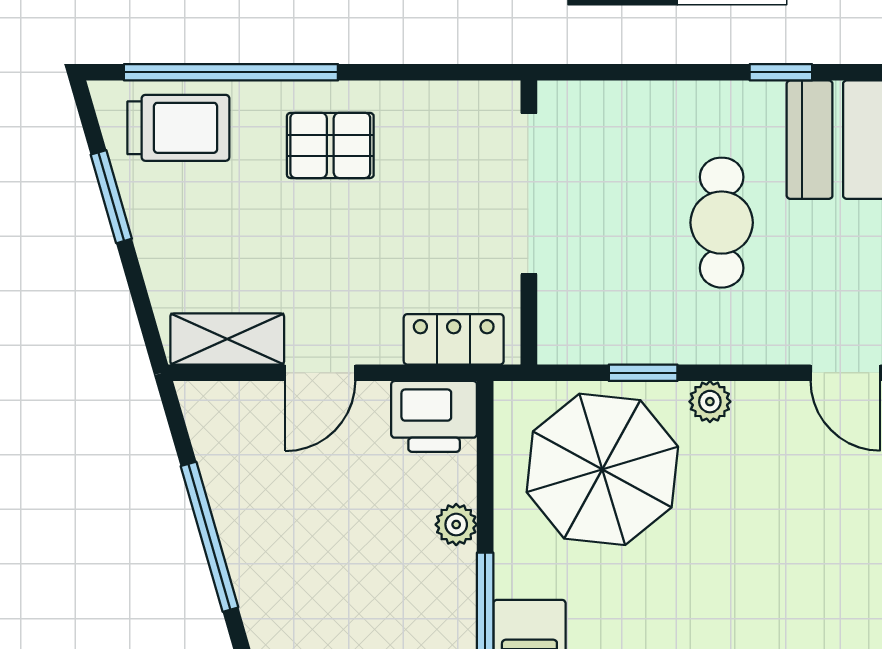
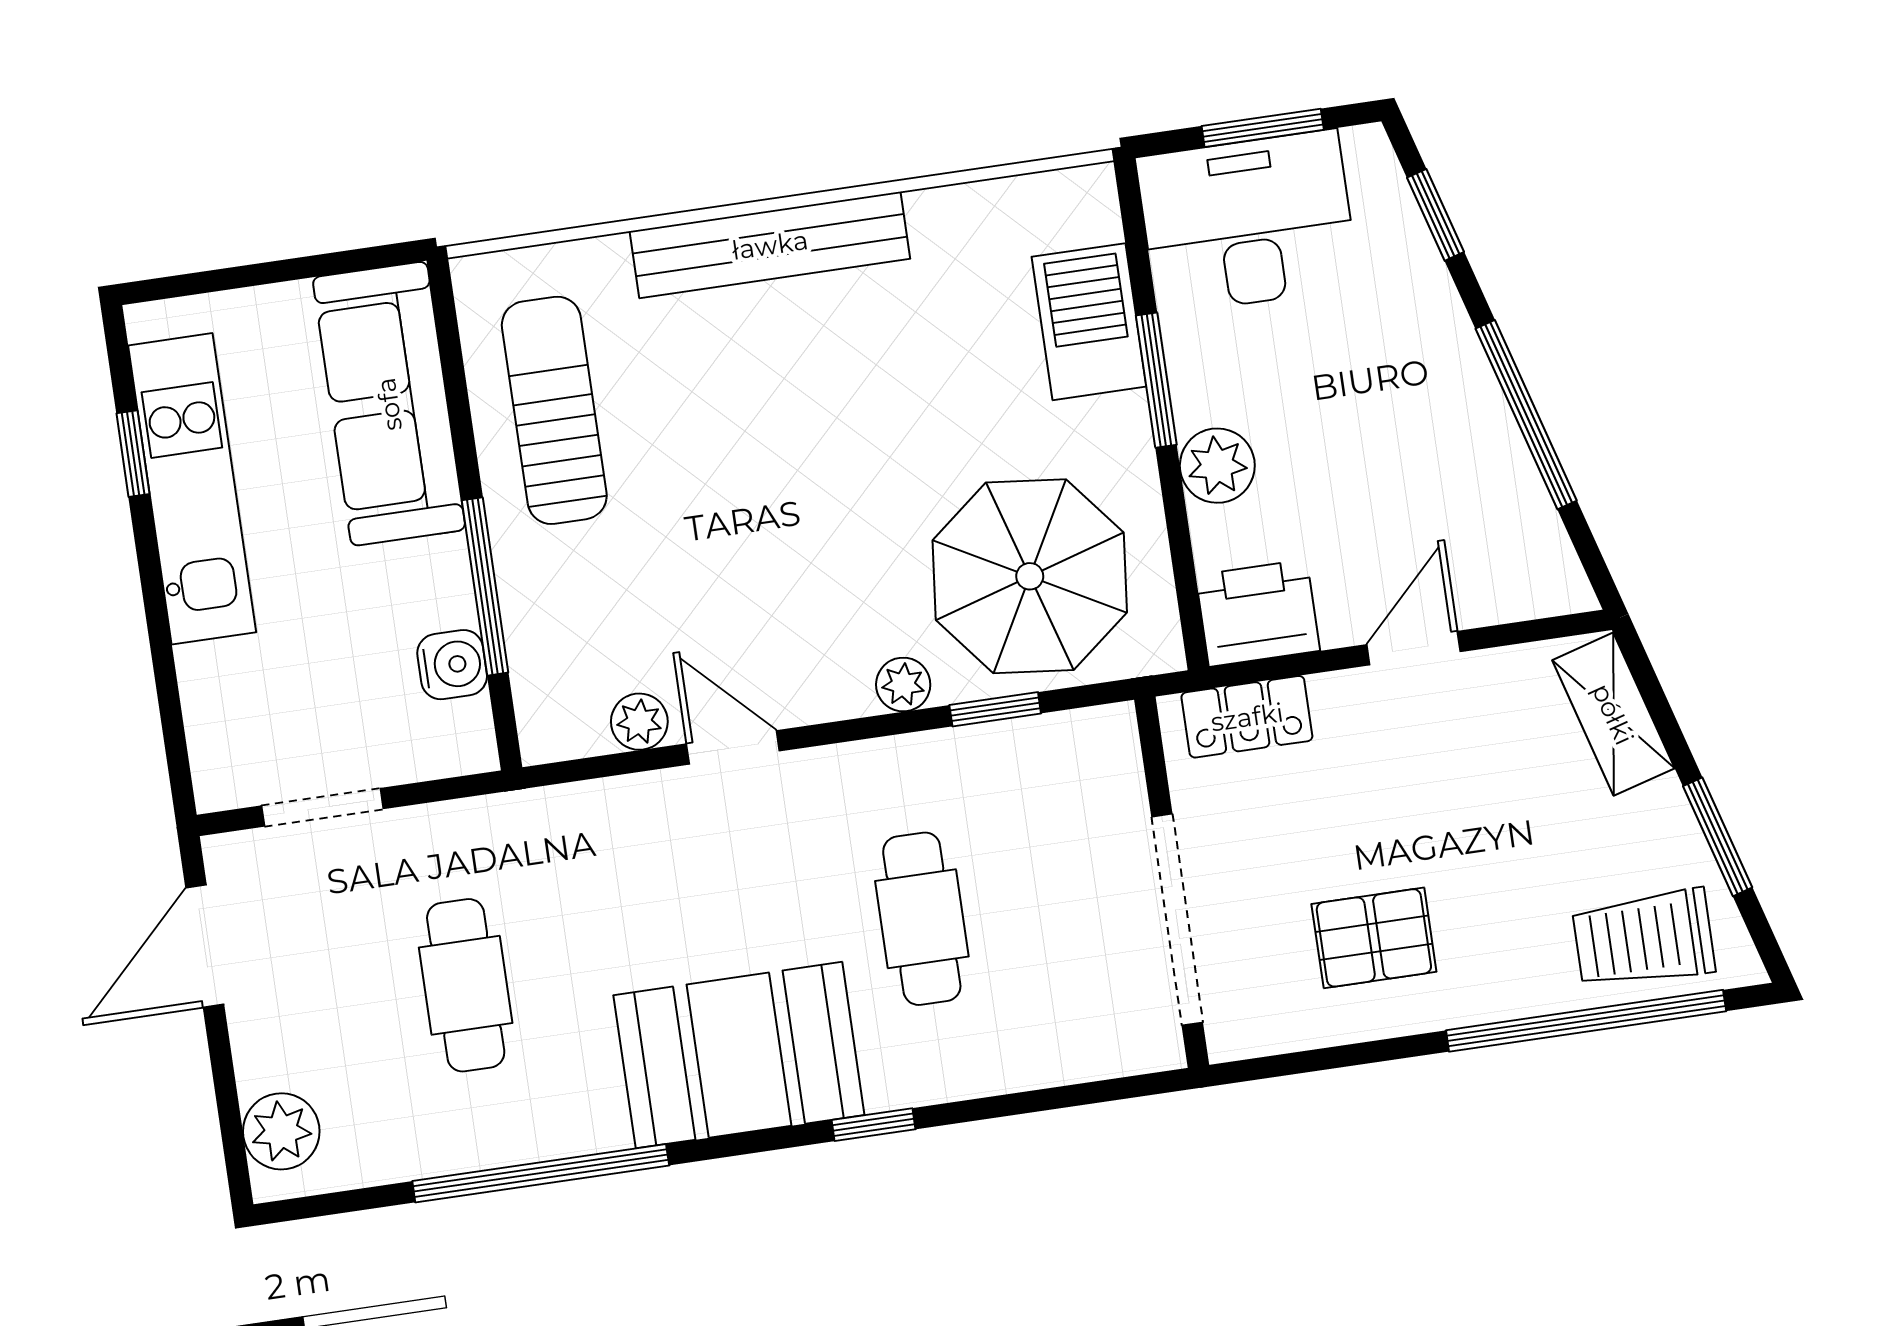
pallet: (330, 145) -> (1374, 938), moved
shelving: (227, 339) -> (1613, 714), moved, turned 74
plant: (456, 525) -> (1217, 466), width x1.38, depth x1.38

